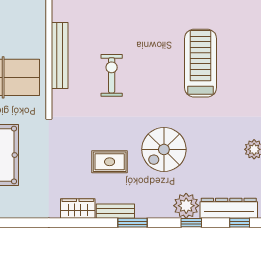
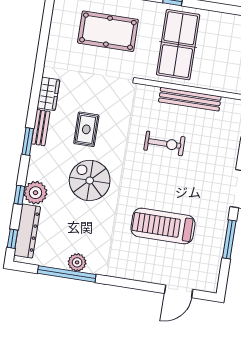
treadmill: (201, 63) -> (163, 226), turned 180

